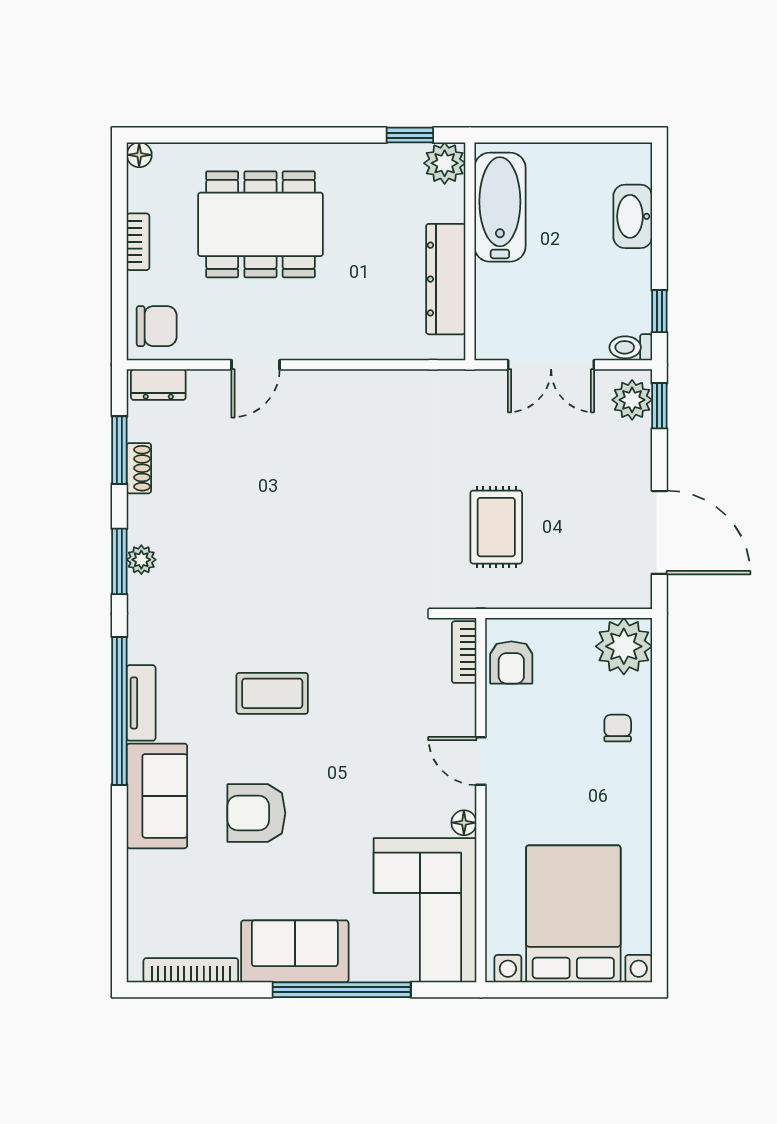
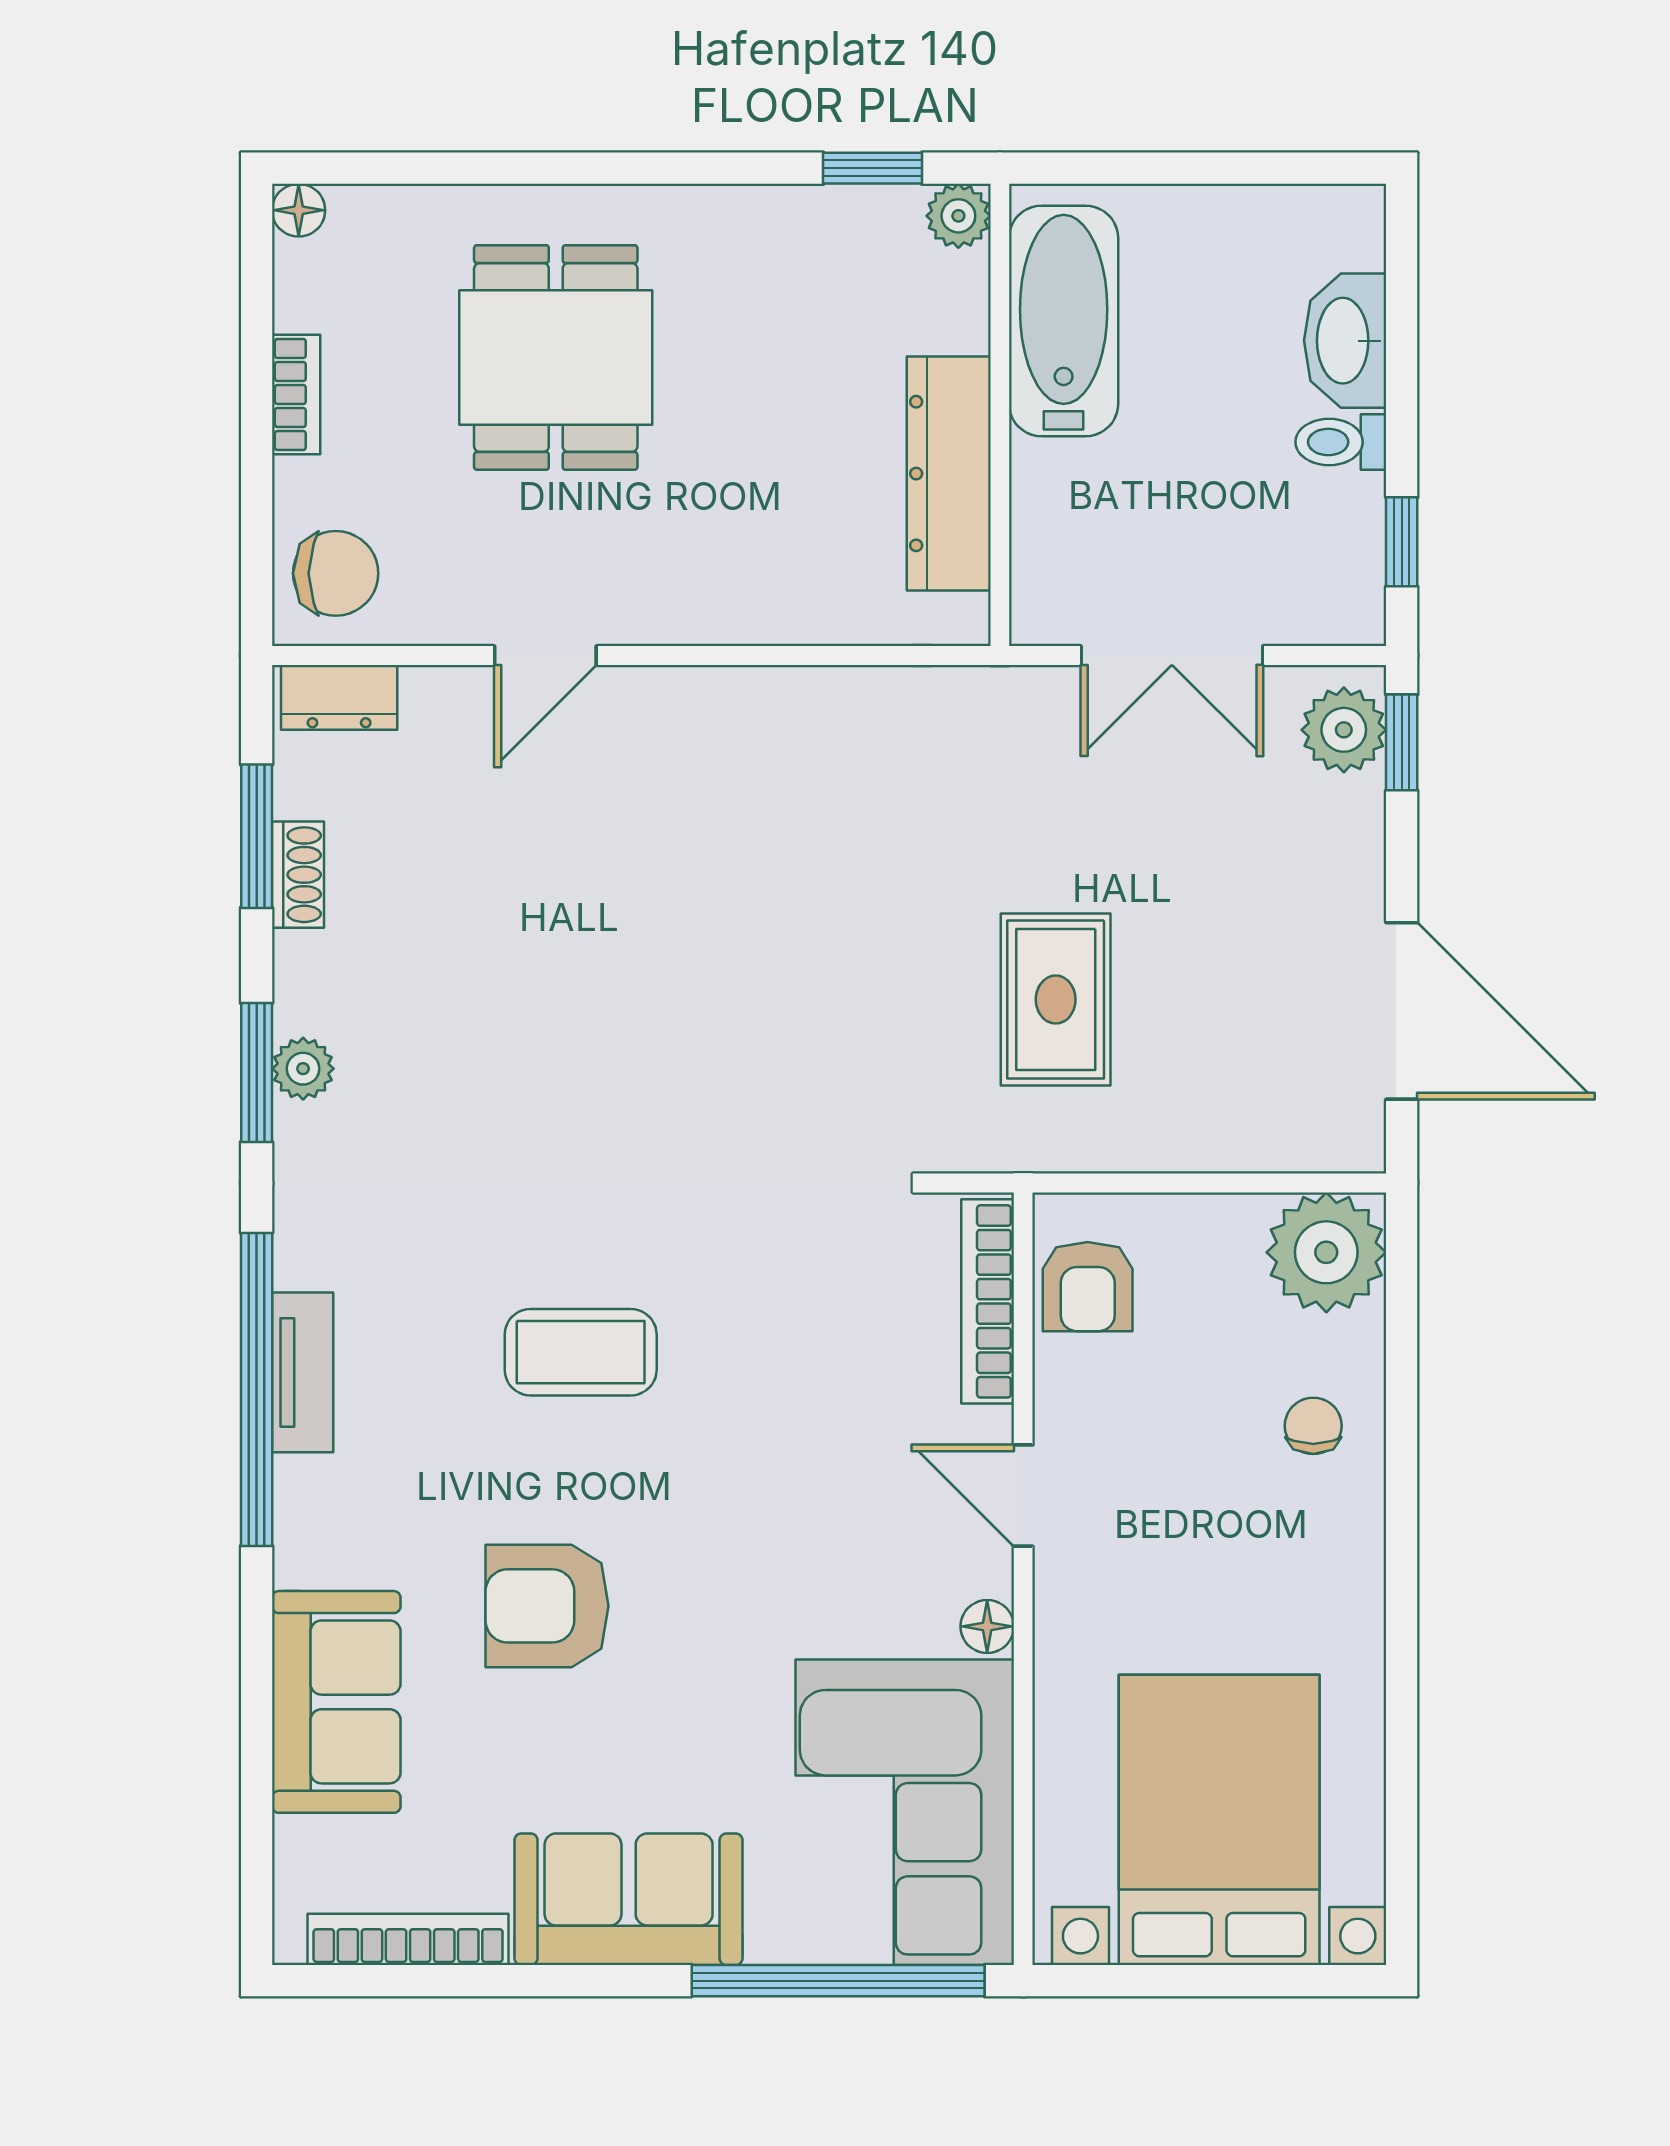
plant: (445, 163) -> (958, 216), width x0.73, depth x0.73
dining table: (260, 224) -> (556, 358), width x0.73
toilet: (631, 347) -> (1341, 442), moved
bookcase: (464, 652) -> (988, 1301), width x1.56
sofa: (157, 796) -> (336, 1702), moved
window: (342, 990) -> (838, 1981), moved

